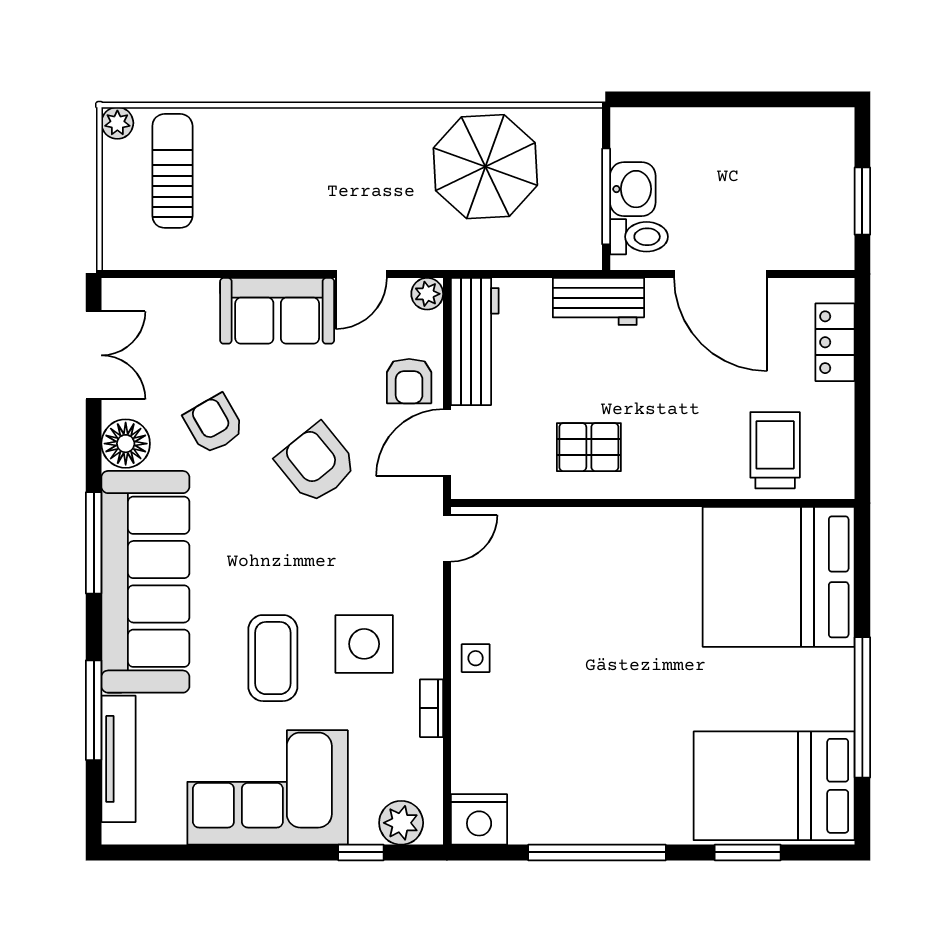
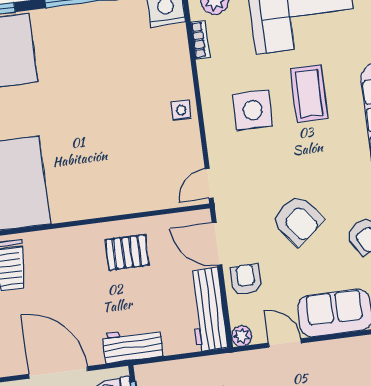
door: (361, 274) -> (285, 343), hinge flipped
door: (447, 443) -> (217, 244), swing flipped
bookcase: (432, 708) -> (200, 40), moved

